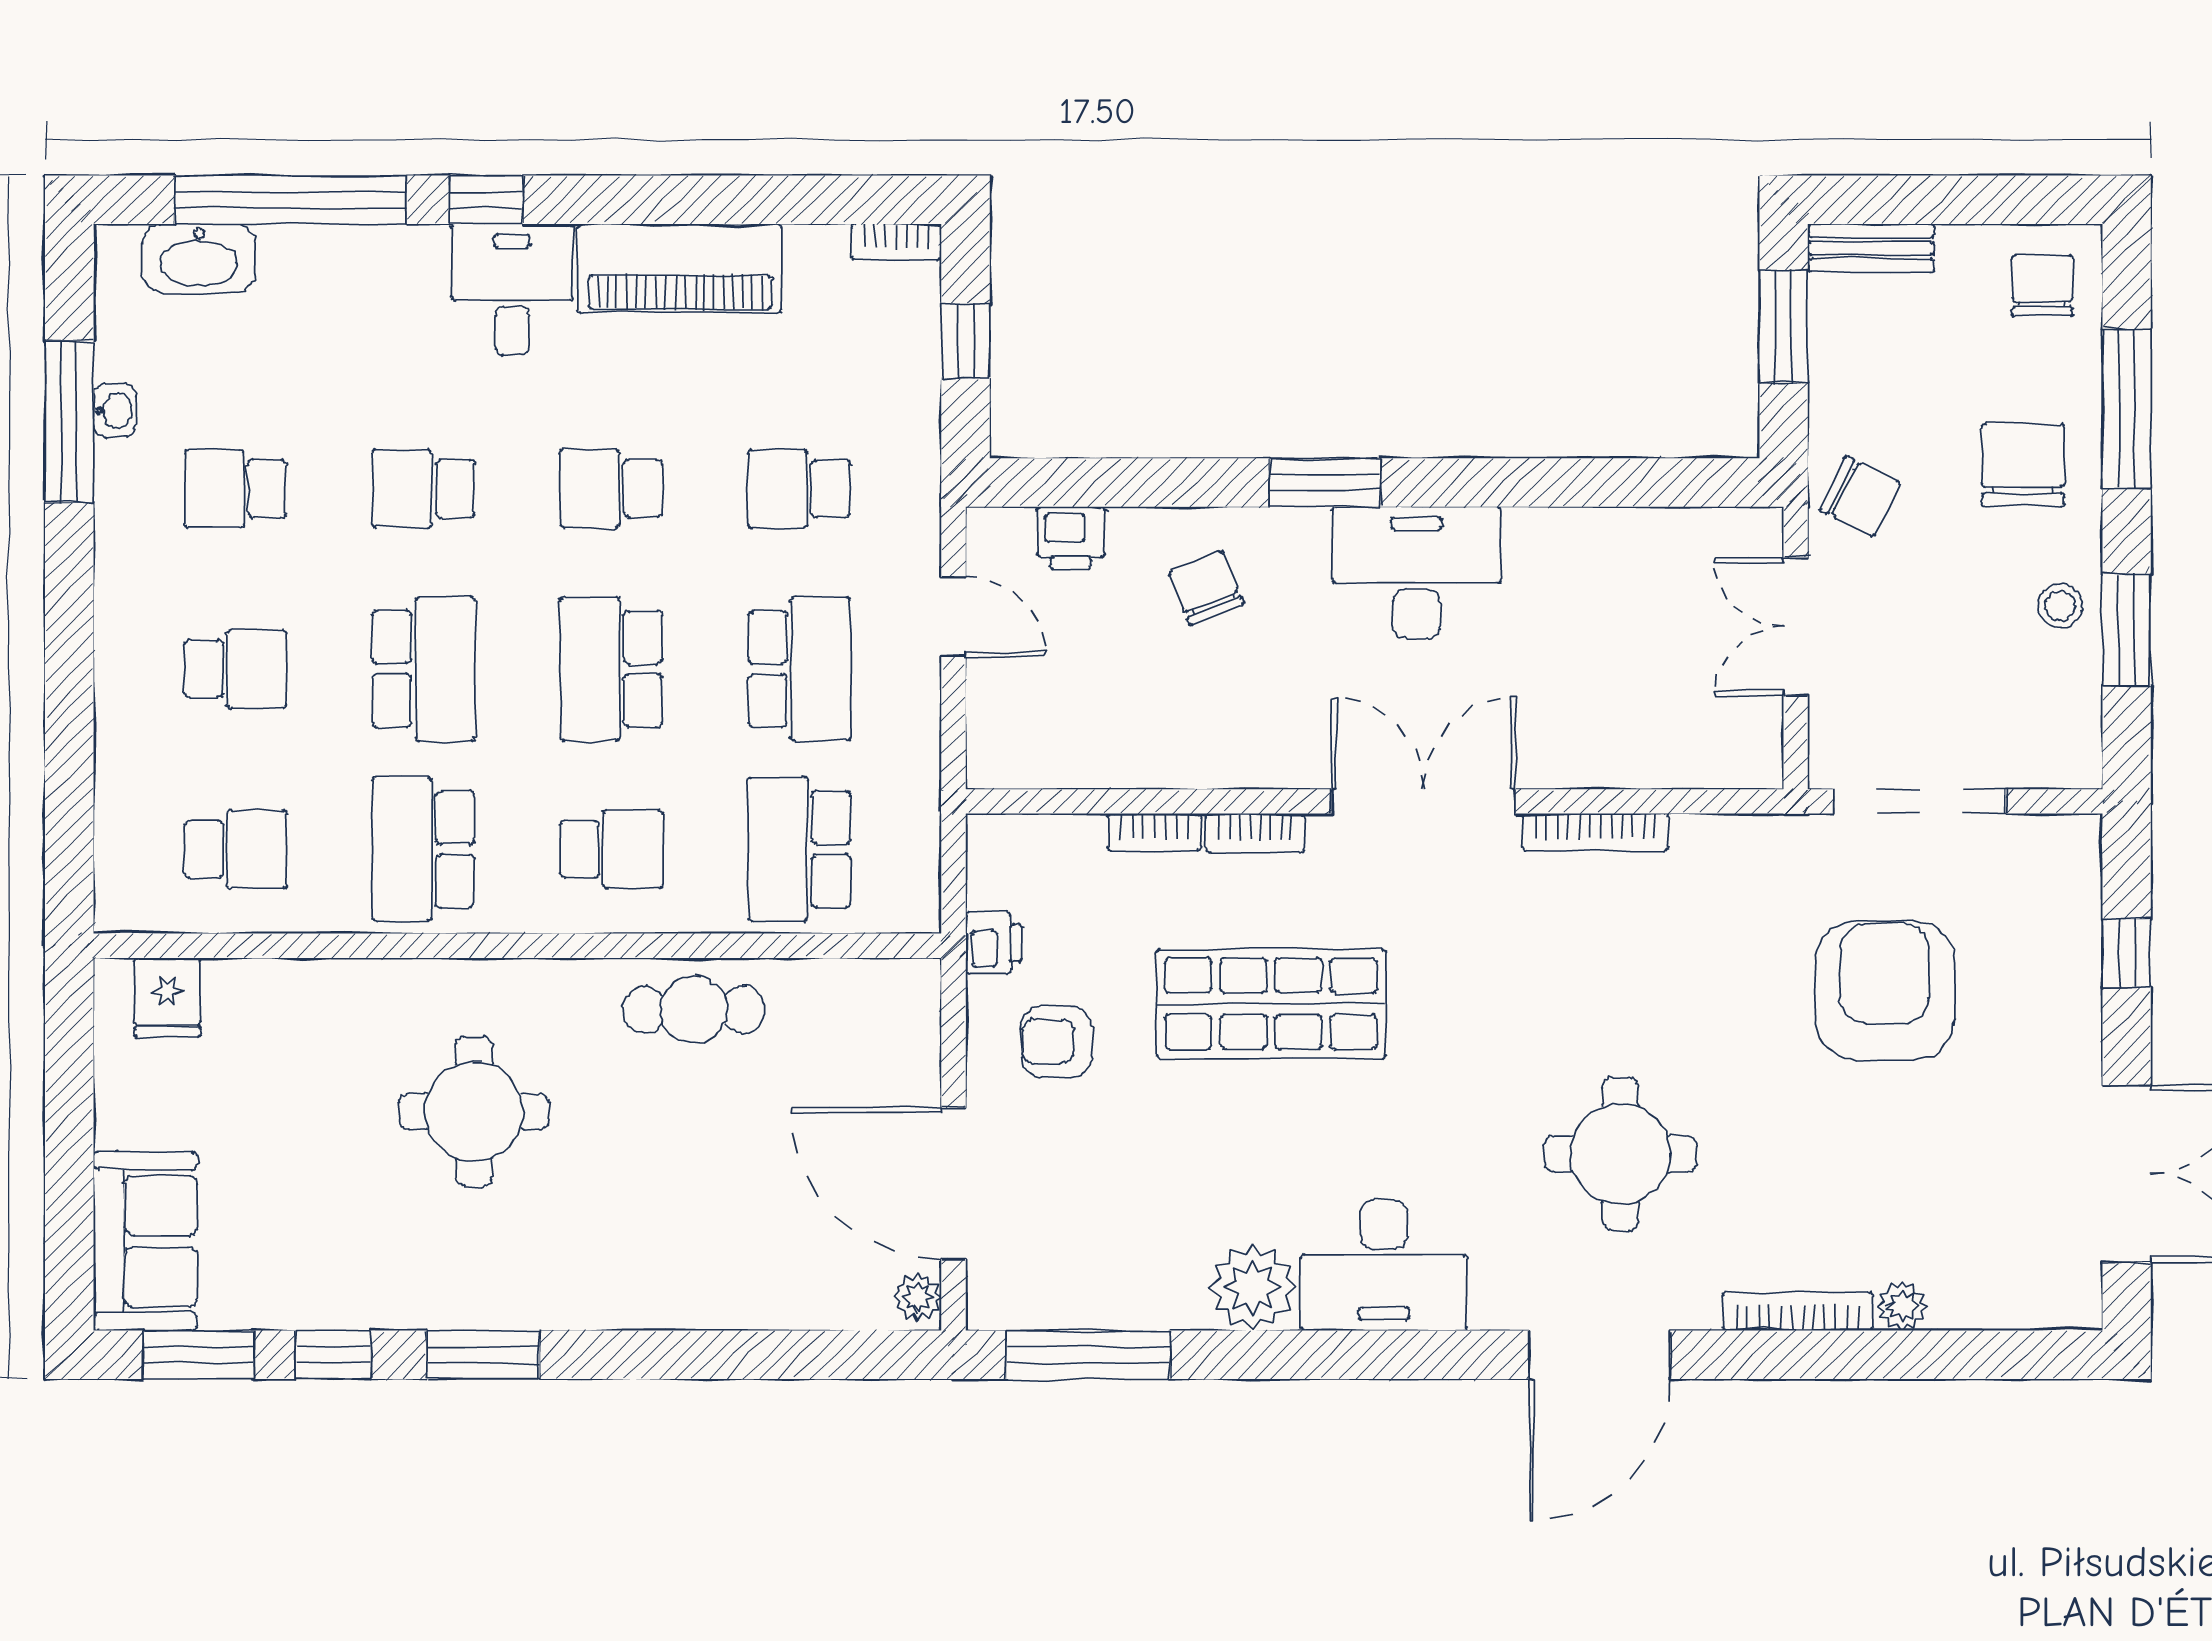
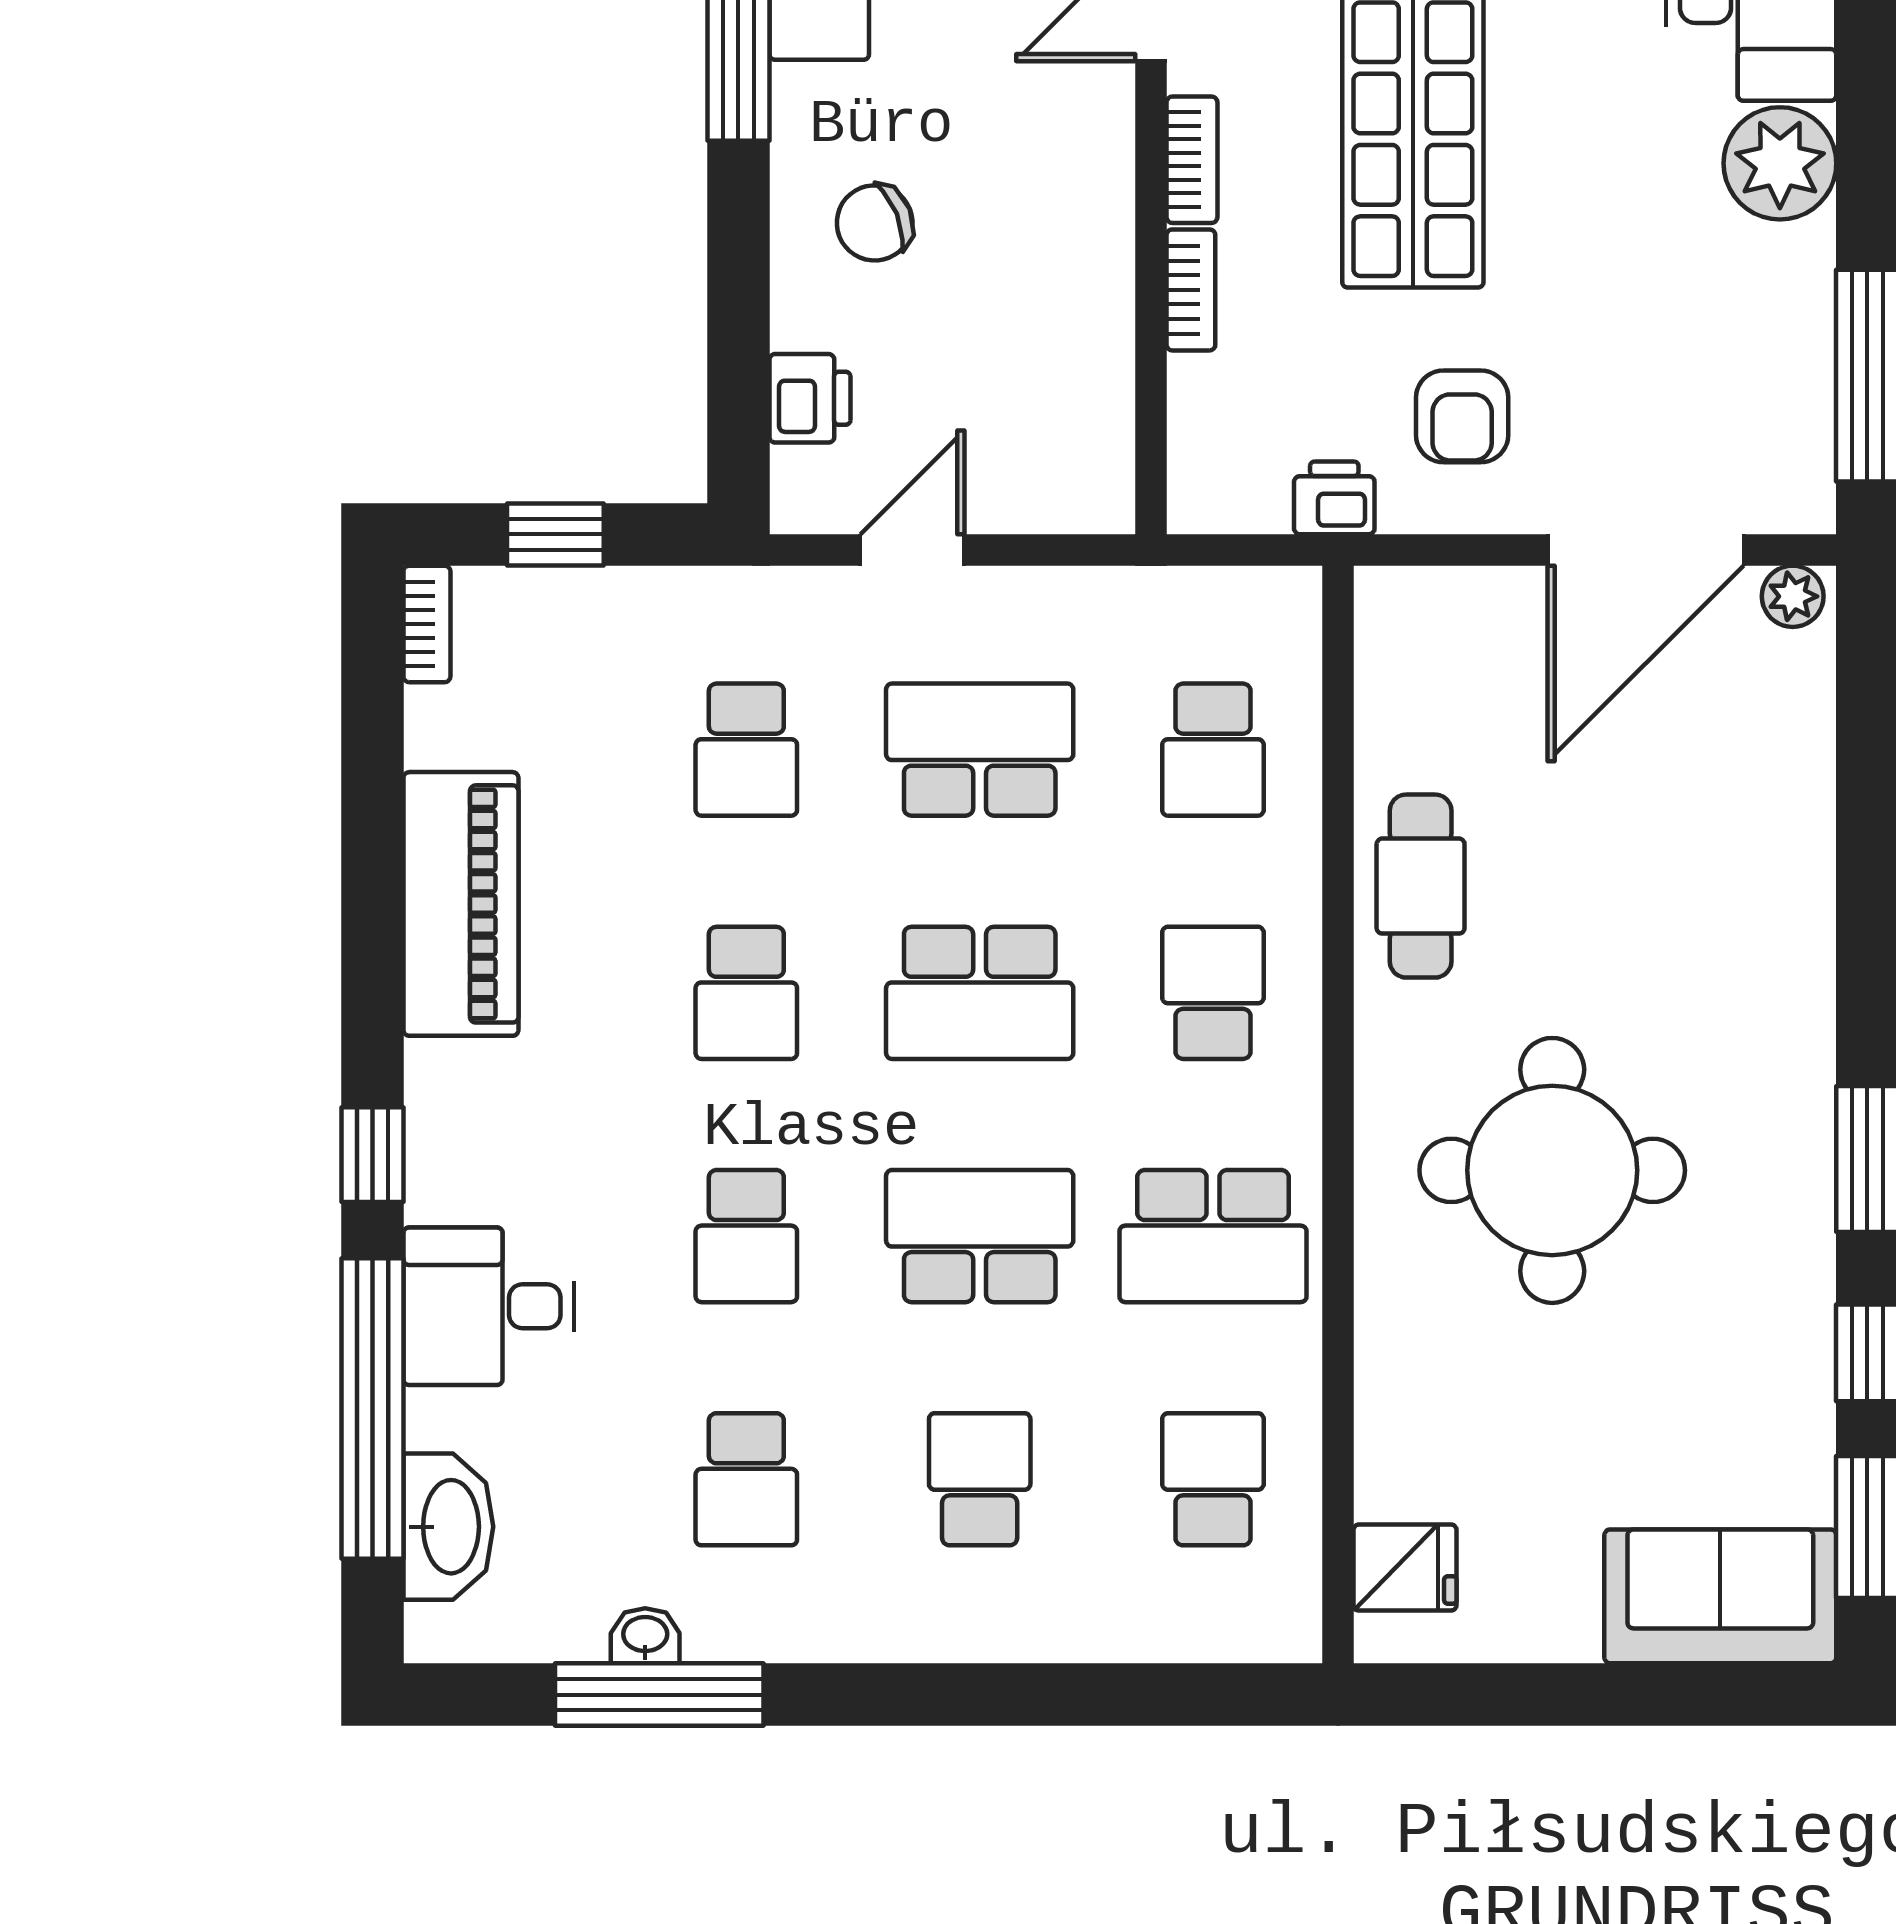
desk: (512, 290) -> (489, 1306), moved
school desk: (799, 849) -> (1213, 750), width x0.54
round table: (474, 1111) -> (1552, 1170), width x1.36, depth x1.36

